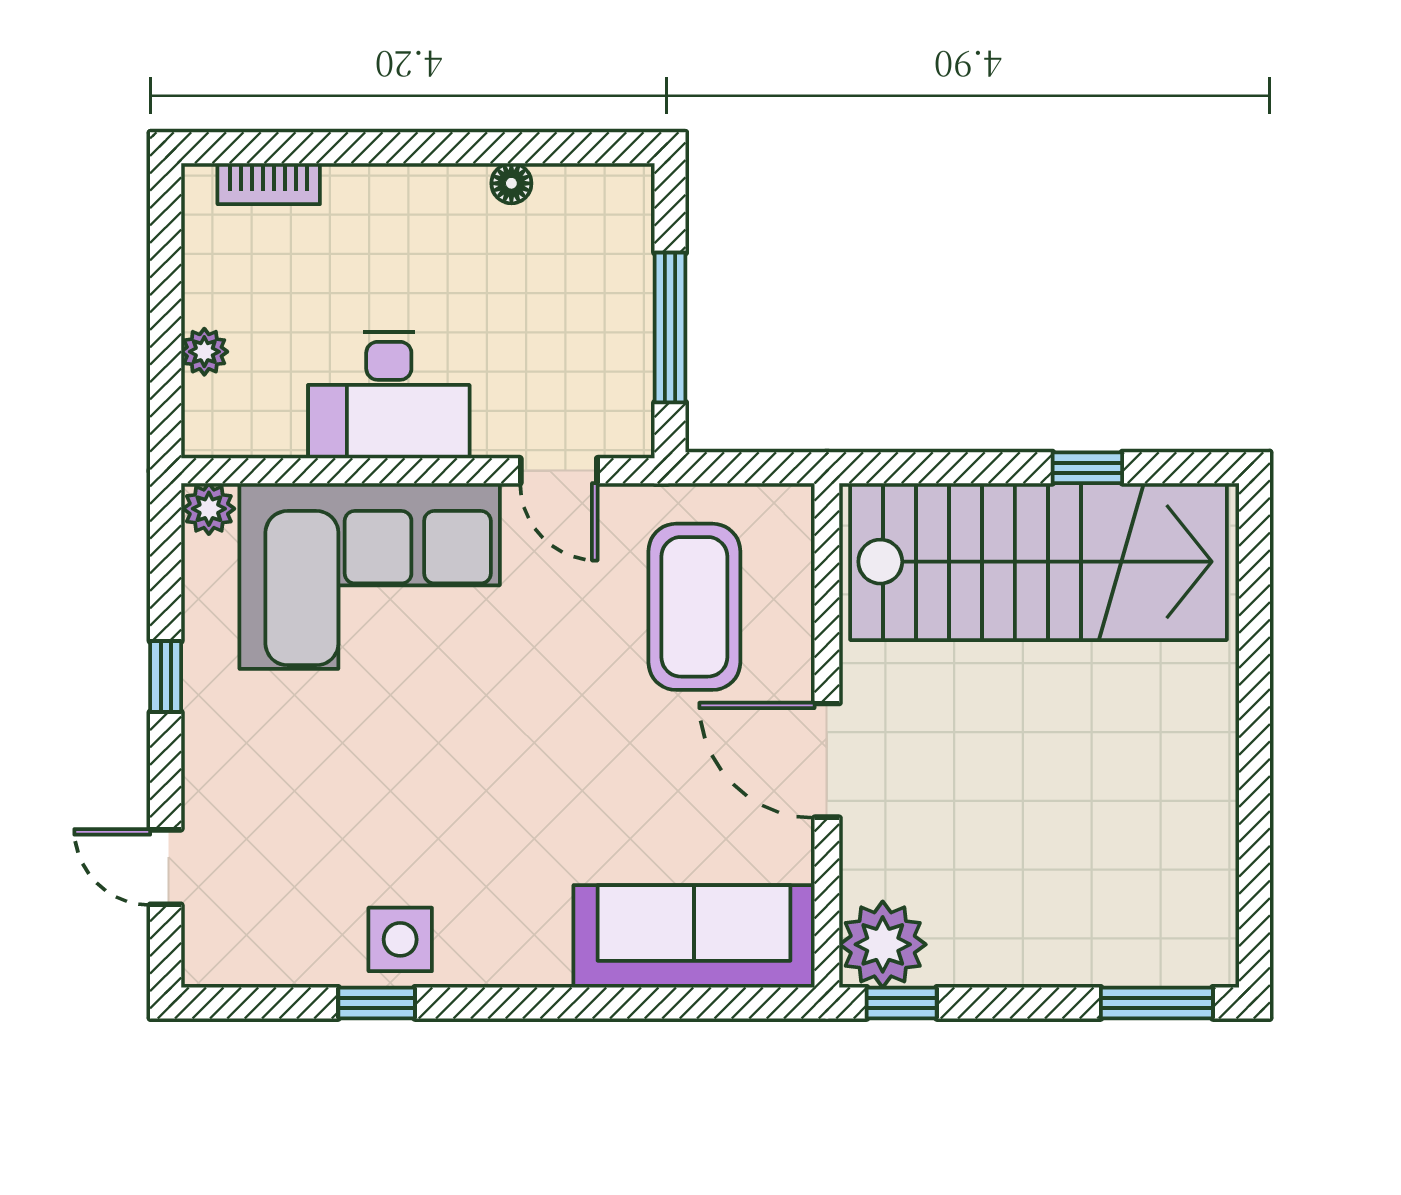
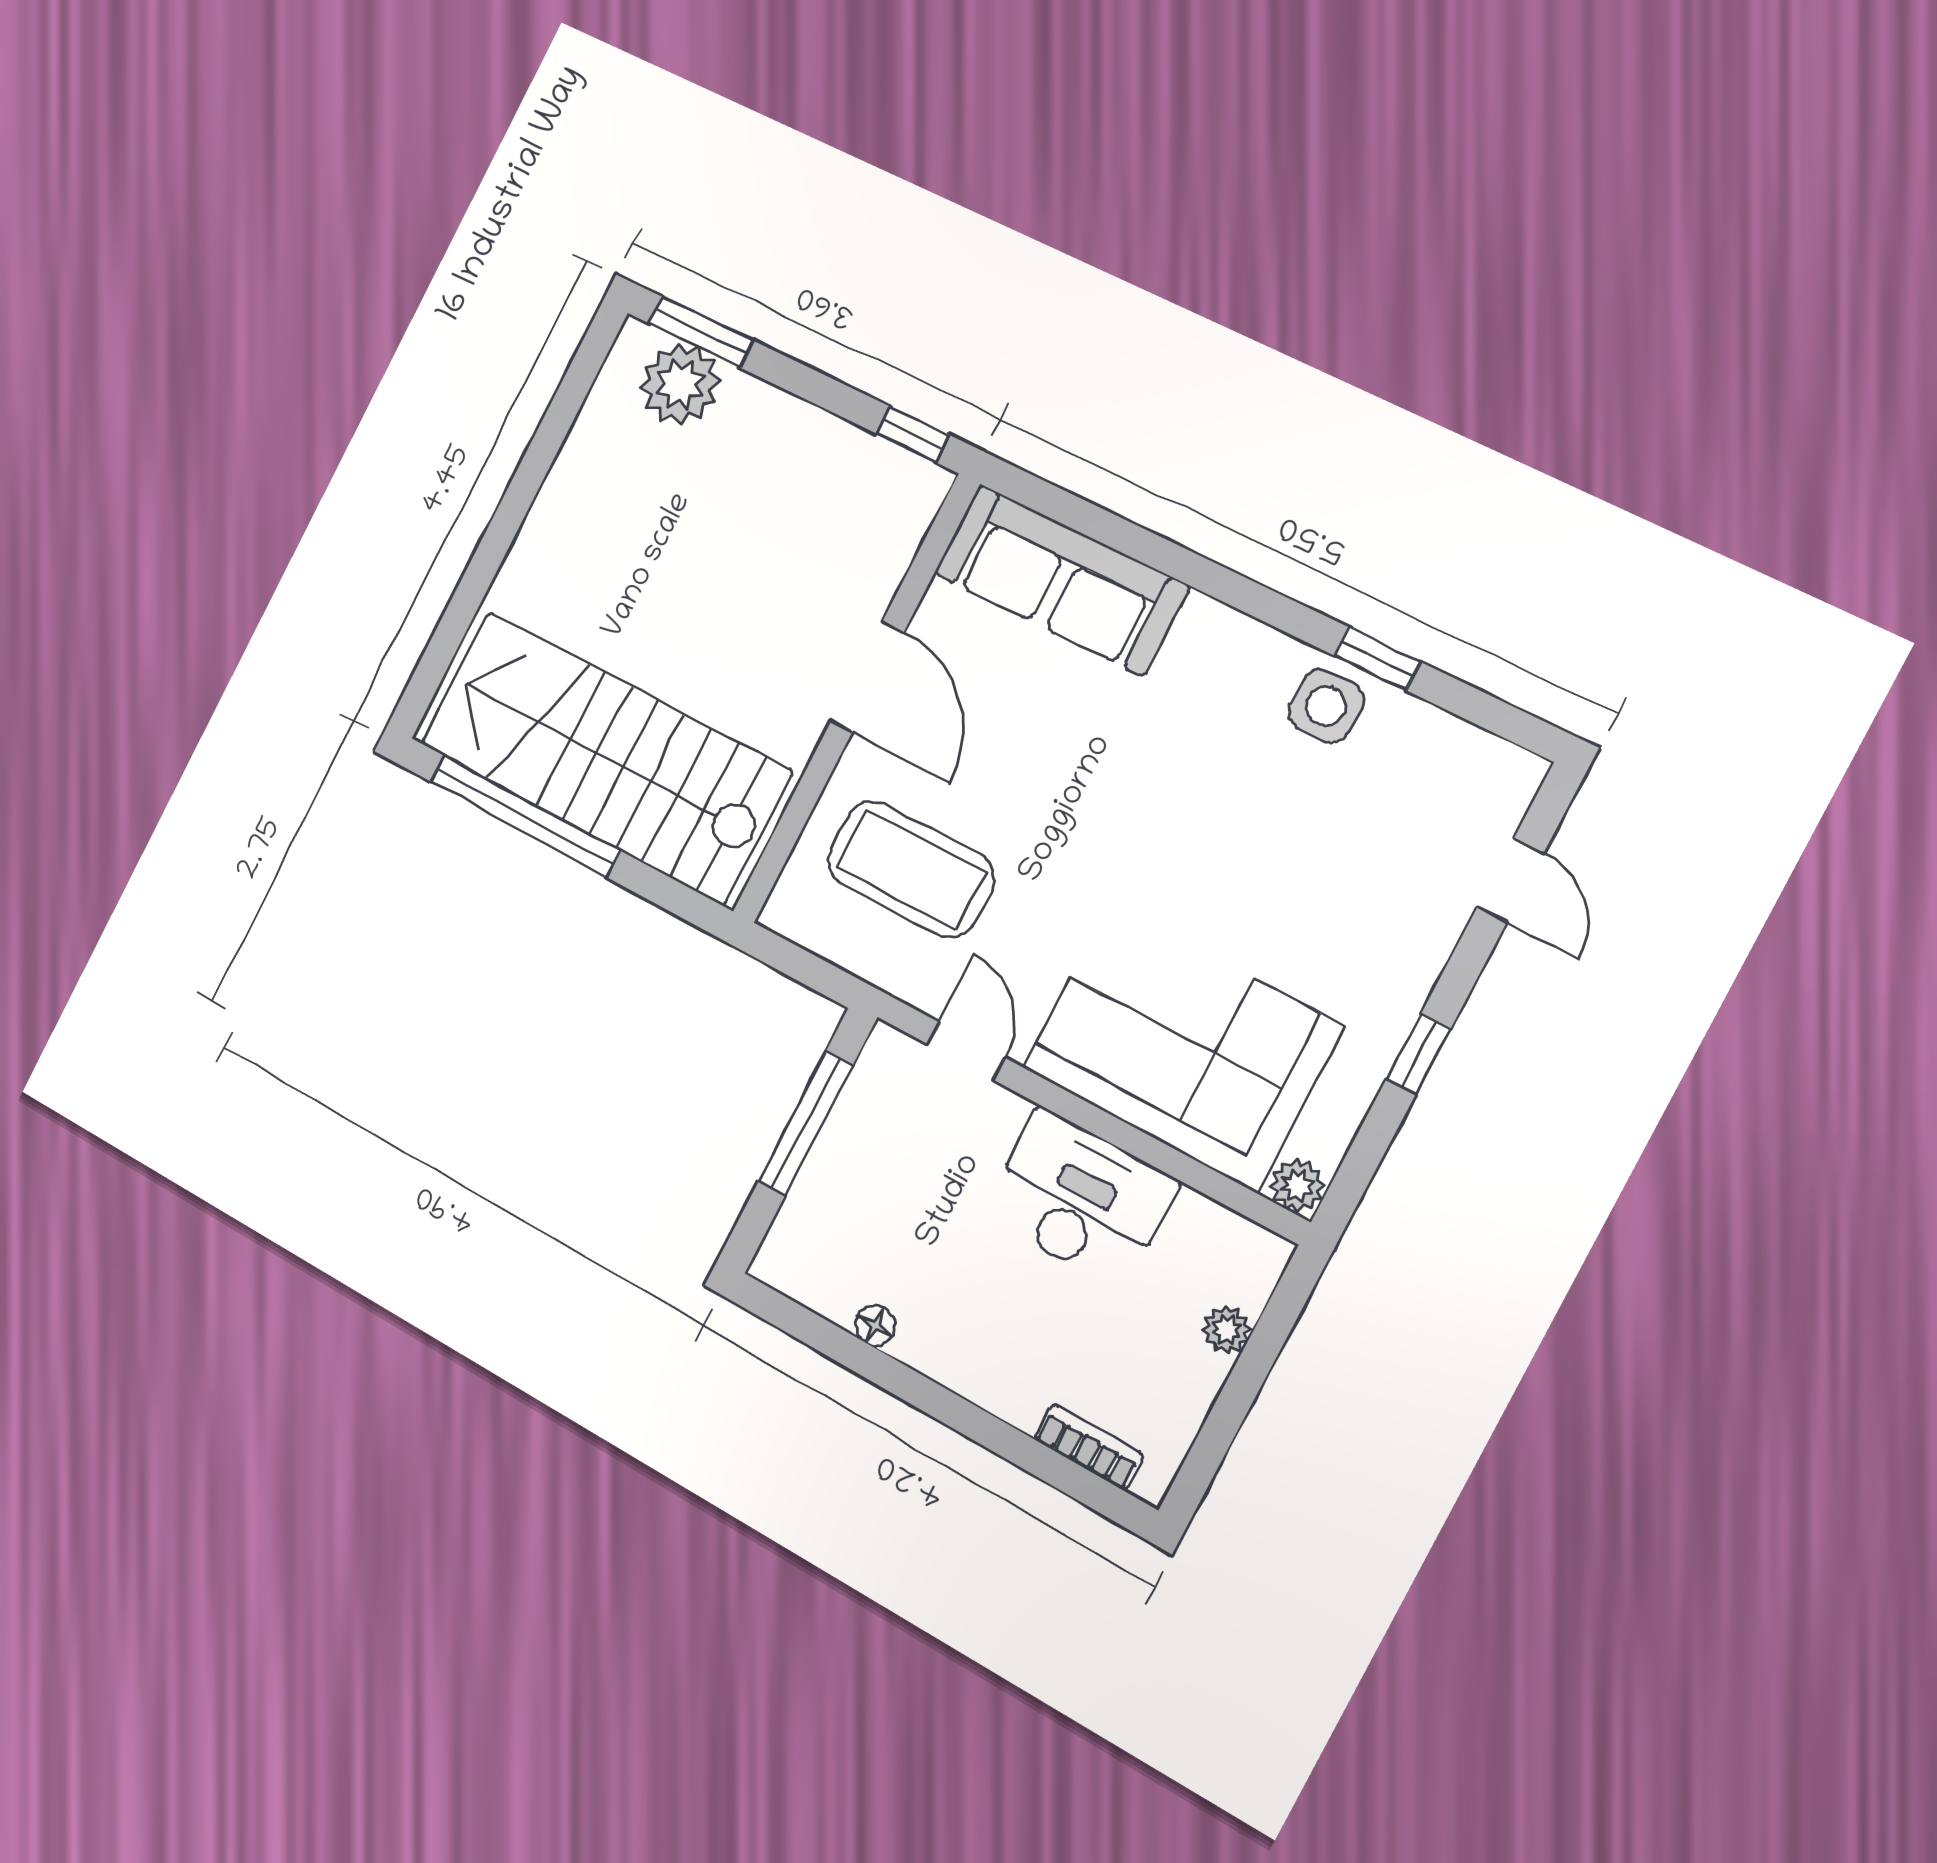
window: (1087, 468) -> (525, 816), width x3.17
coffee table: (694, 607) -> (911, 869), turned 90
plant: (883, 944) -> (680, 384), moved

